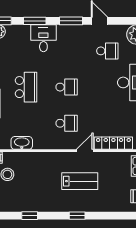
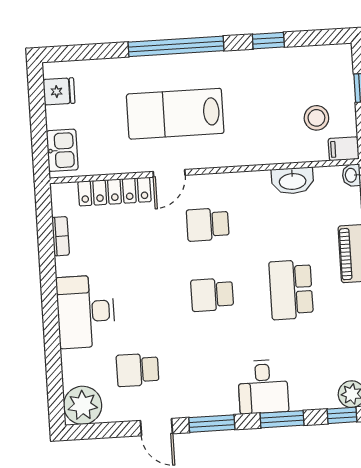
lab bench: (80, 181) -> (175, 114), width x1.36, depth x1.39
window: (77, 216) -> (176, 46), width x3.17

